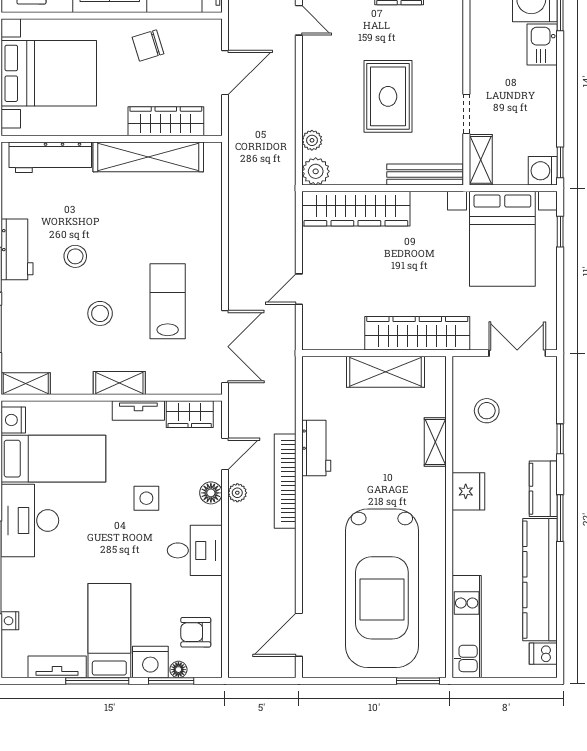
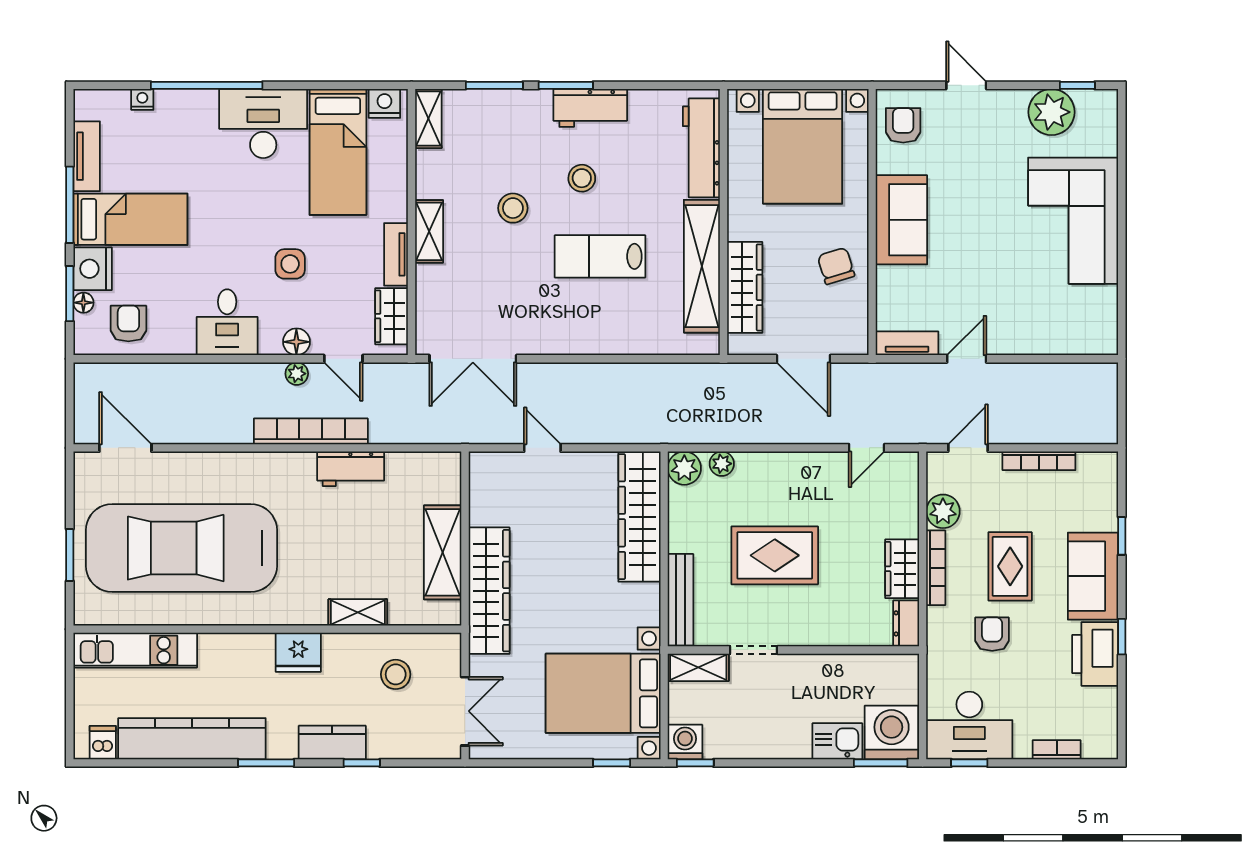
lab bench: (168, 301) -> (600, 256), moved, turned 180
kitchen counter: (543, 489) -> (332, 743), moved
window: (418, 681) -> (70, 555), moved

